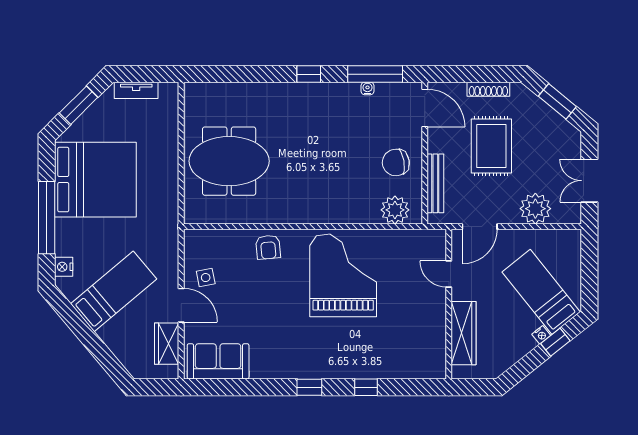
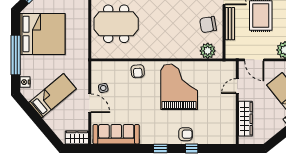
bench: (435, 183) -> (230, 24), moved
door: (480, 227) -> (254, 60), hinge flipped
door: (449, 274) -> (237, 86), hinge flipped
wardrobe: (167, 344) -> (77, 137), moved, turned 90
sofa: (218, 361) -> (116, 134), width x1.36
armchair: (355, 361) -> (186, 134), added

